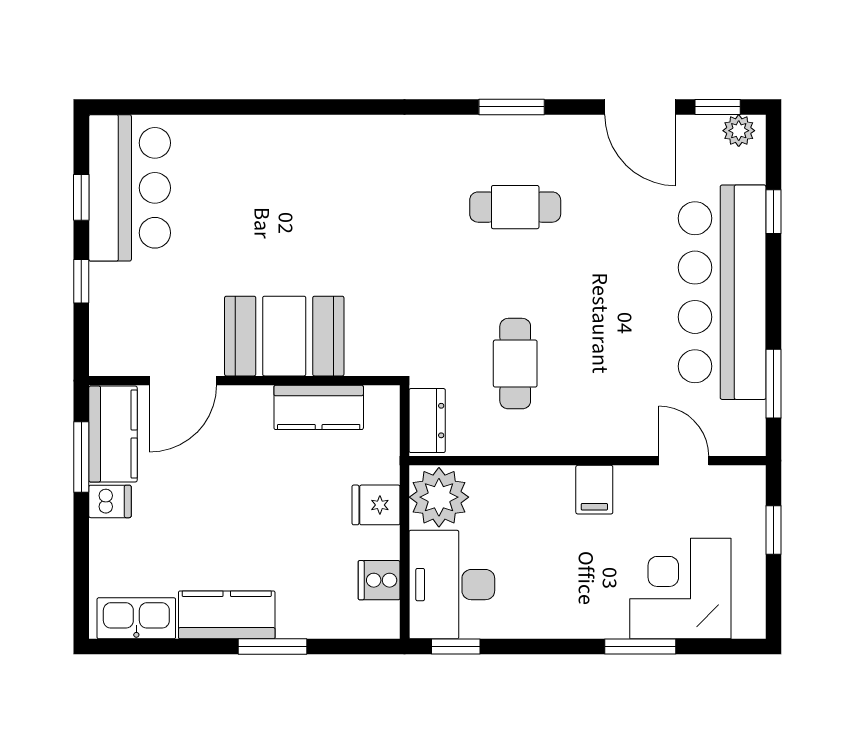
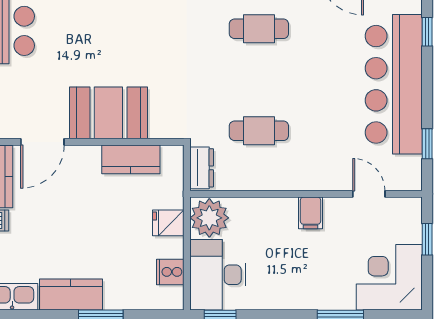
cafe table: (515, 364) -> (259, 131), turned 90
window: (773, 384) -> (427, 144), width x0.67
corner desk: (680, 589) -> (389, 277), moved

